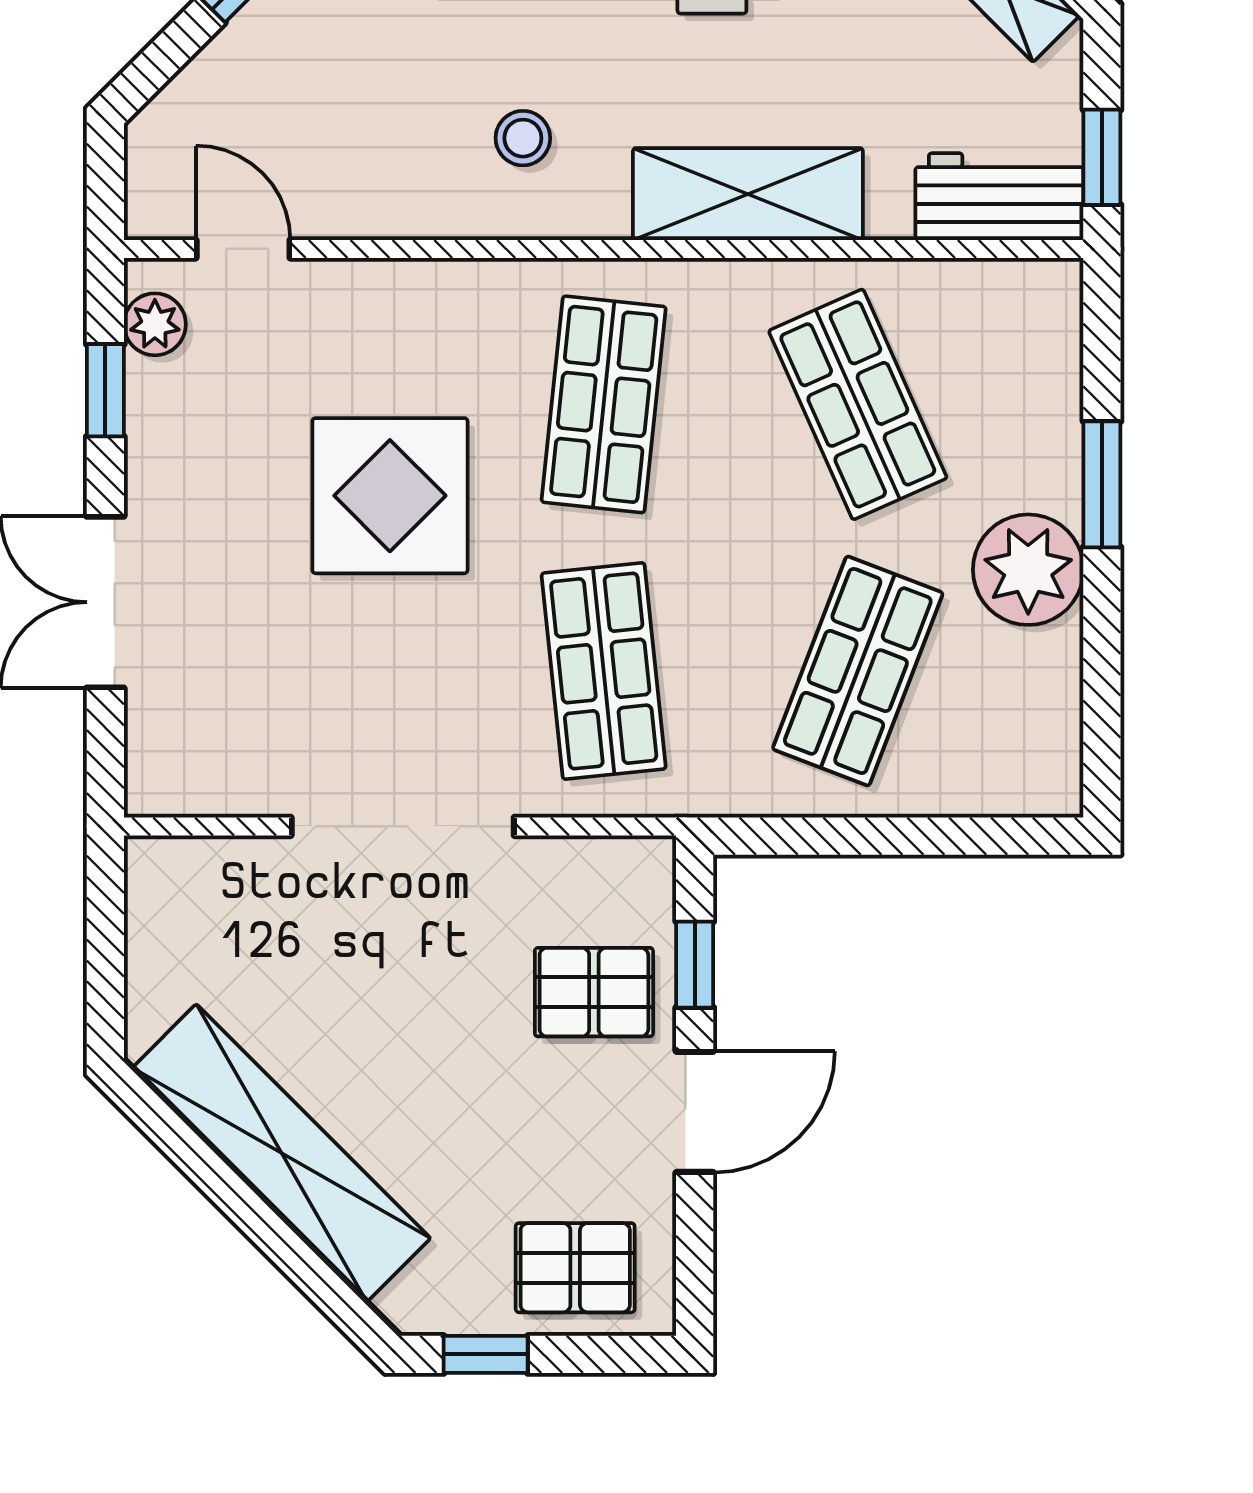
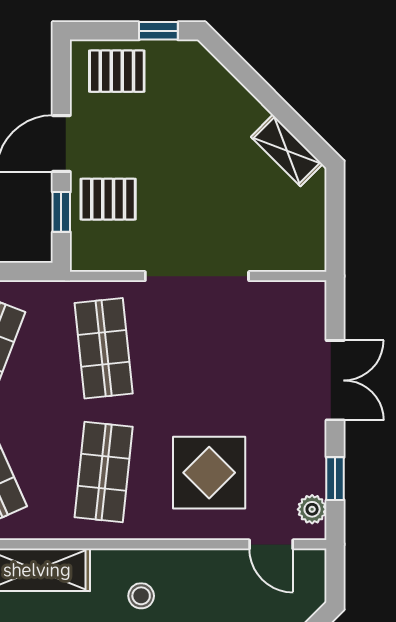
display table: (390, 496) -> (209, 473), moved
shelving: (282, 1153) -> (287, 150), width x0.45, depth x0.75

